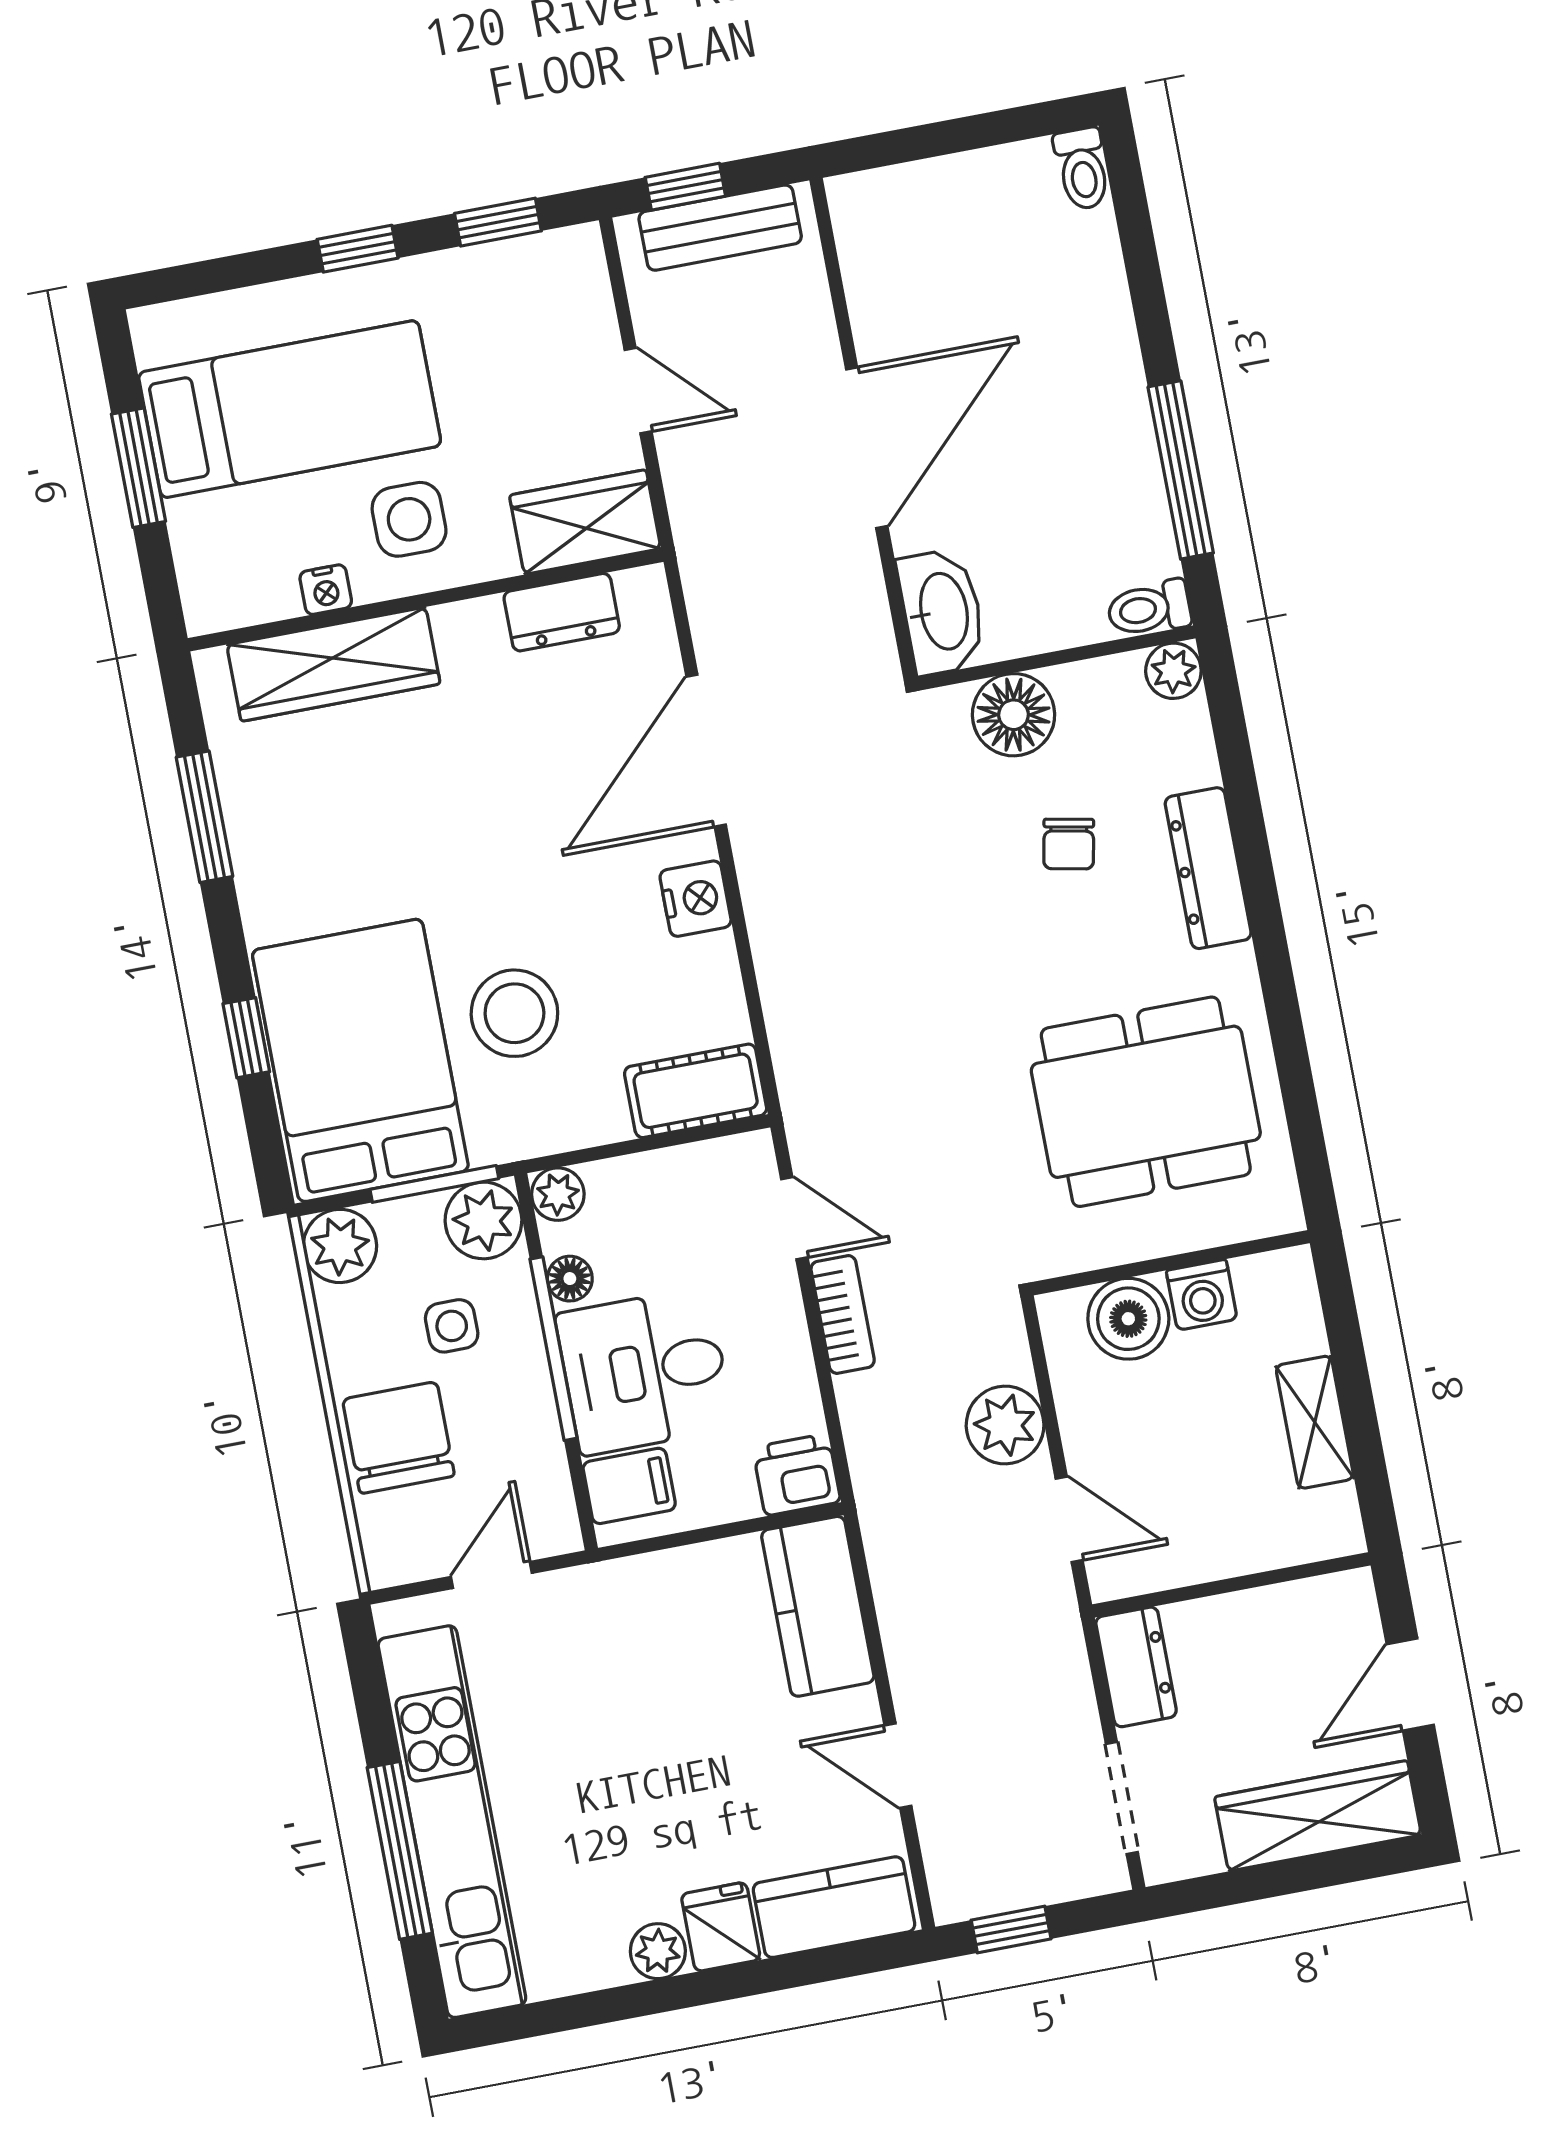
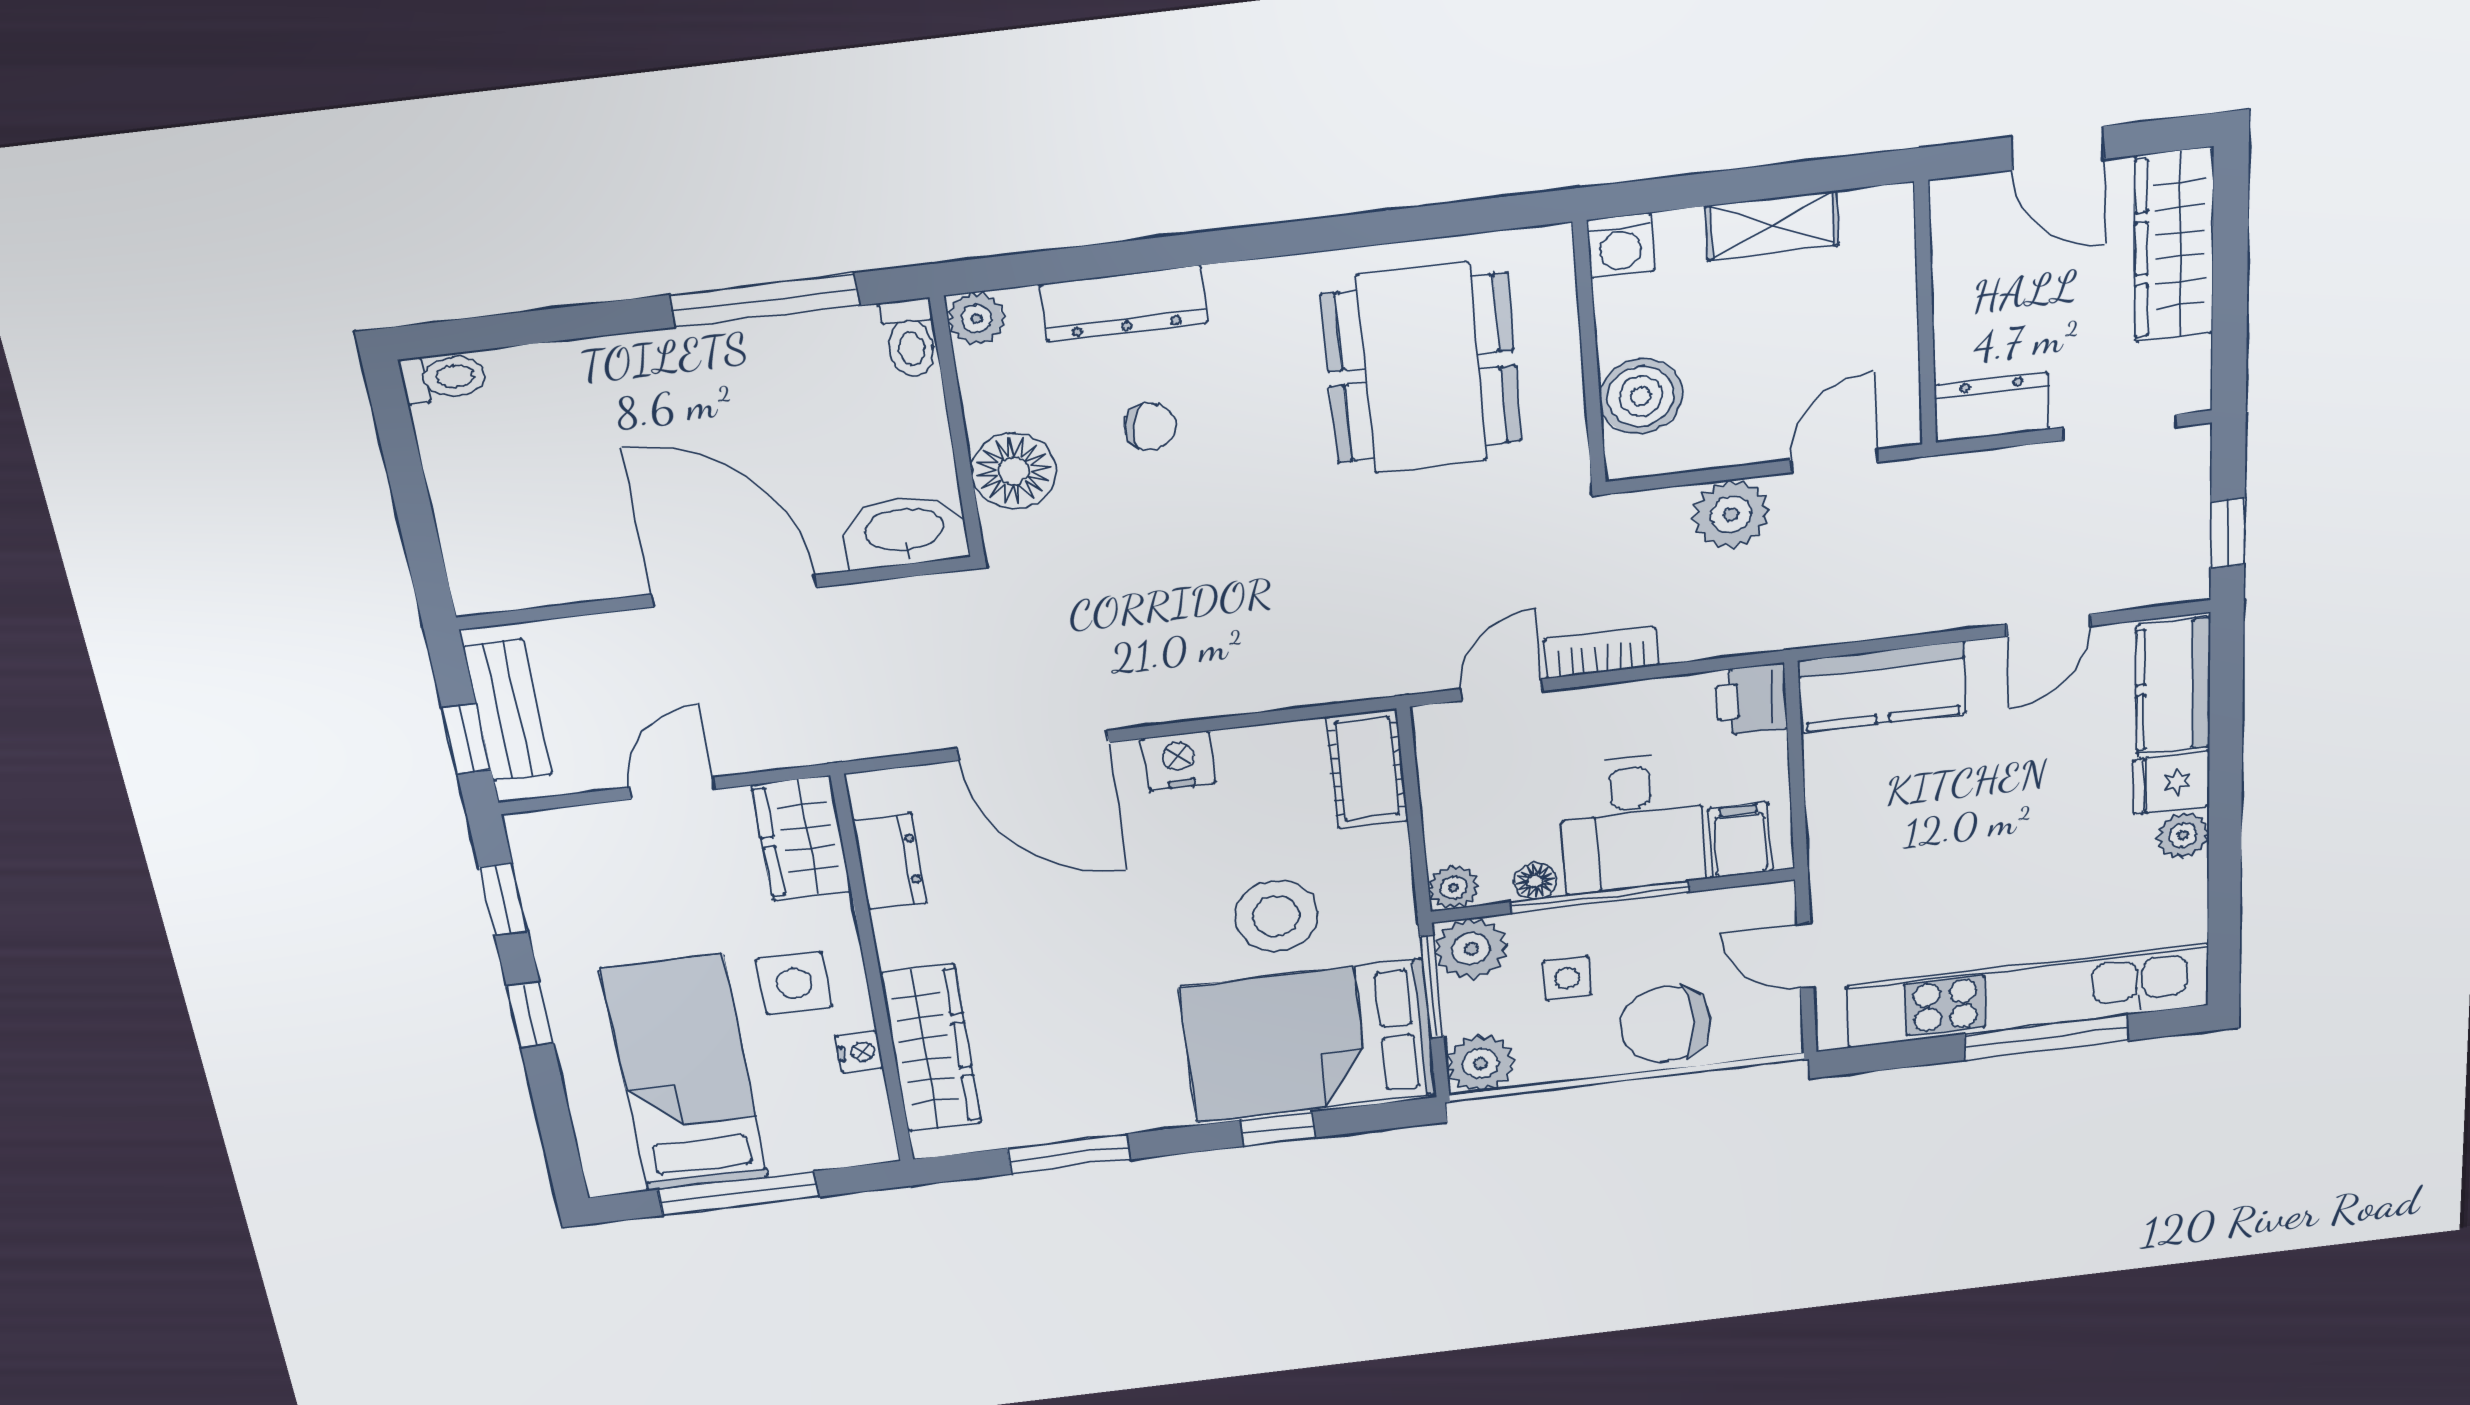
window: (139, 468) -> (738, 1193), width x1.44
dresser: (1208, 868) -> (1124, 304), moved
washing machine: (1202, 1295) -> (1620, 245), moved, turned 90

